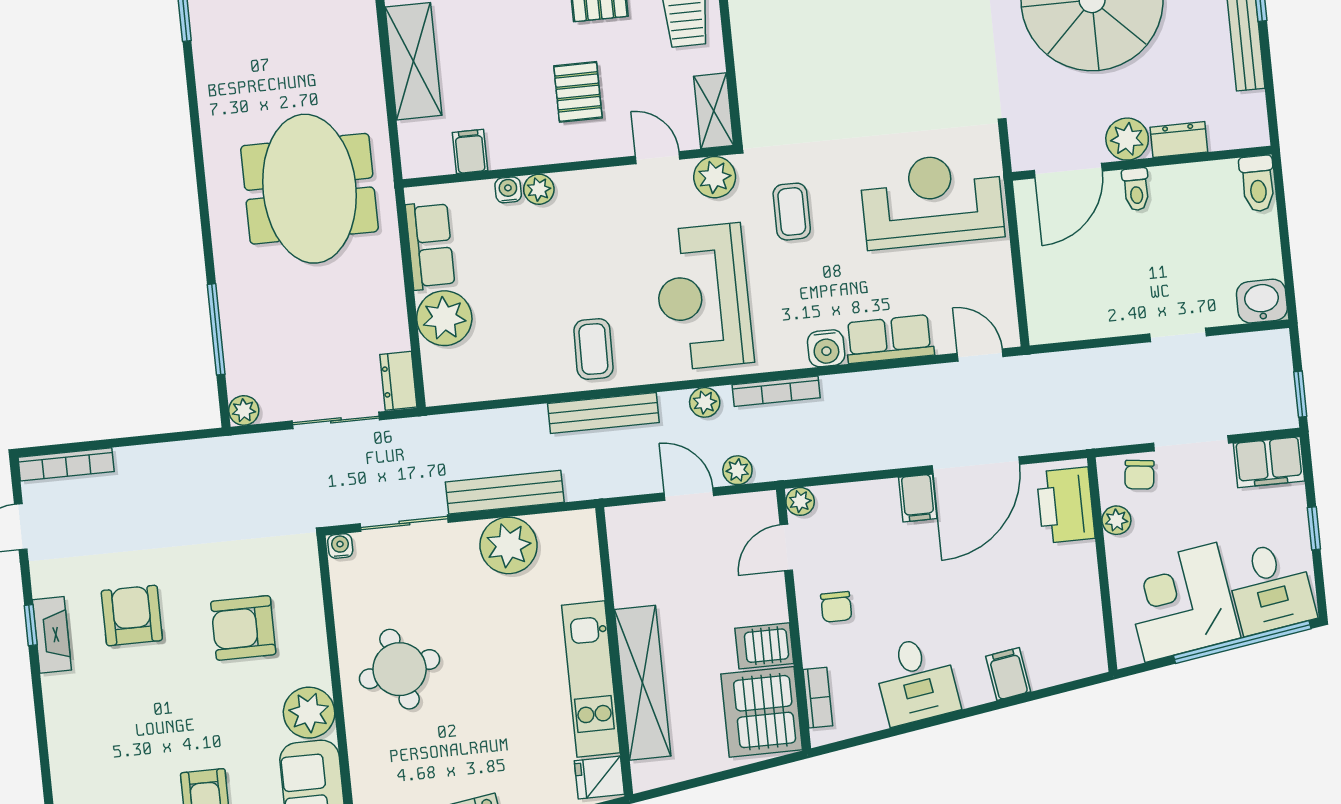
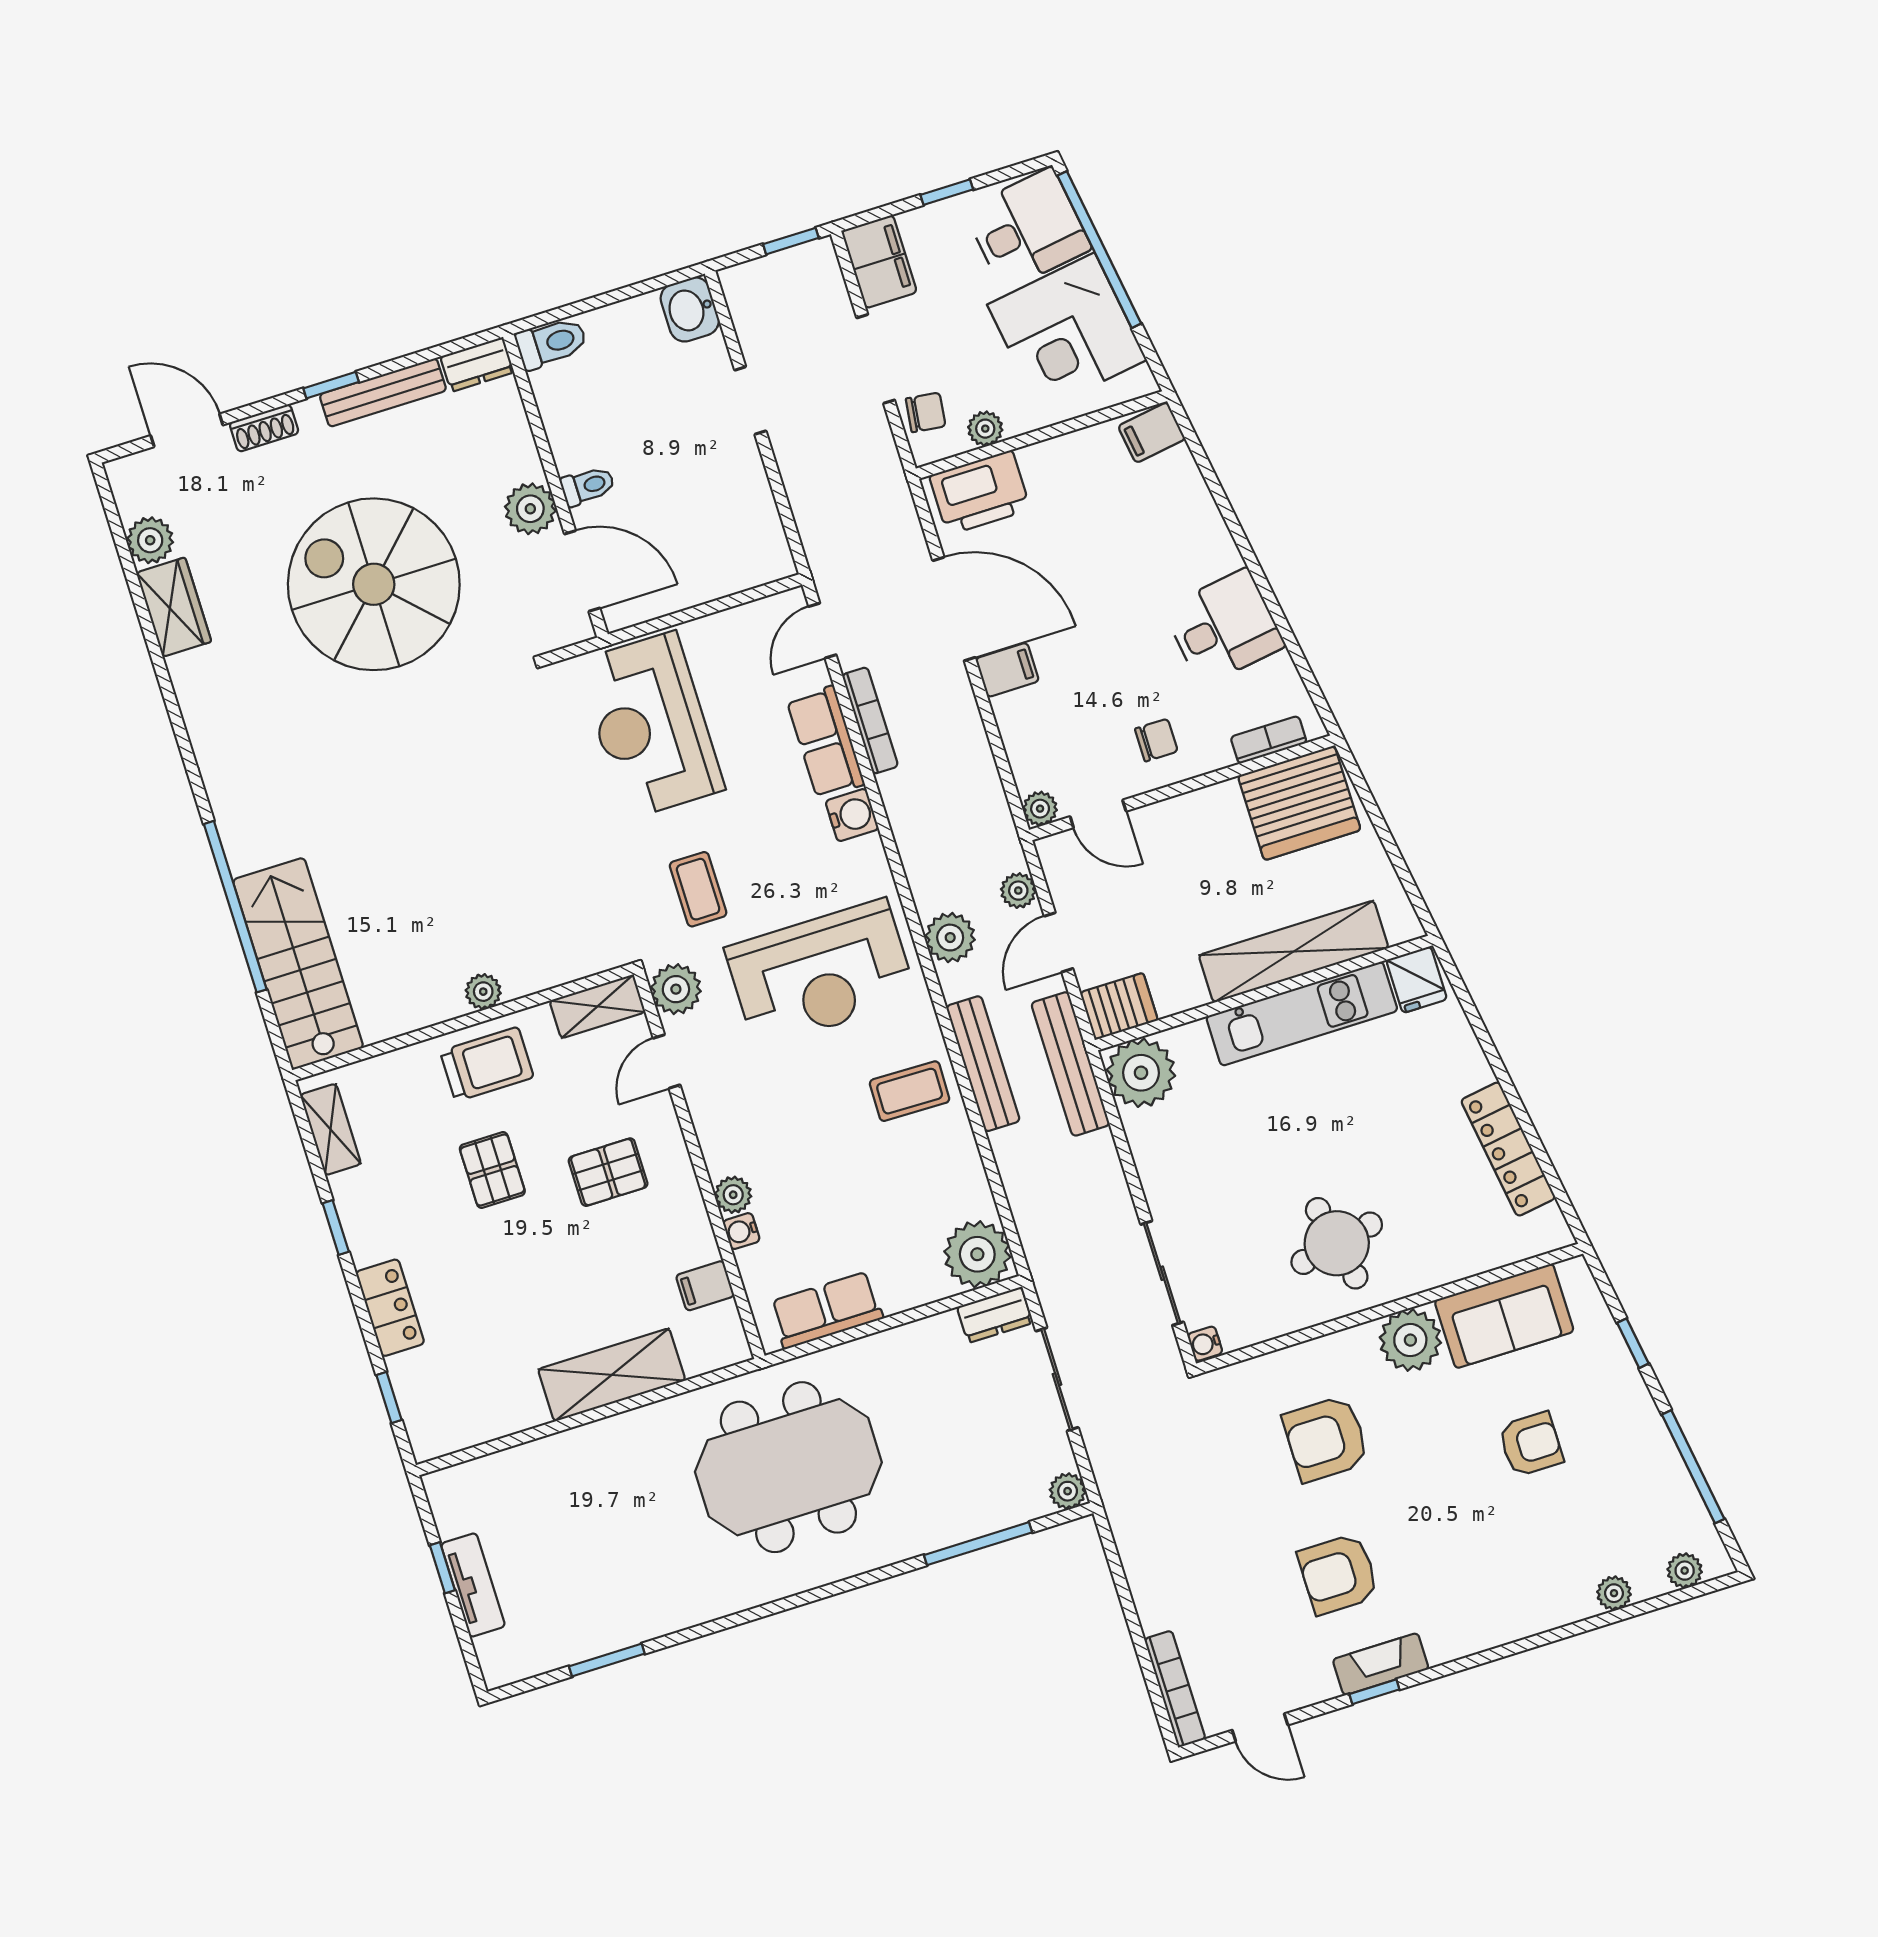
plant: (745, 21) -> (483, 992), added
dresser: (1179, 140) -> (477, 364), moved, turned -90
coffee table: (792, 212) -> (698, 889), turned 90
plant: (444, 318) -> (977, 1254), moved
bookcase: (776, 391) -> (870, 720), moved
plant: (705, 402) -> (950, 938), width x1.38, depth x1.38
bench: (505, 492) -> (1070, 1064), moved
plant: (509, 545) -> (1141, 1073), moved
armchair: (243, 628) -> (1326, 1439), turned 90
server rack: (764, 646) -> (1119, 1006), moved, turned -90
filing cabinet: (1008, 674) -> (1152, 433), moved

